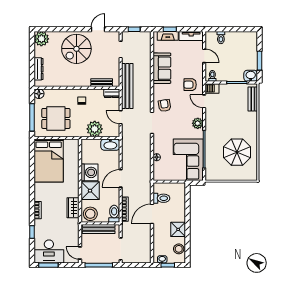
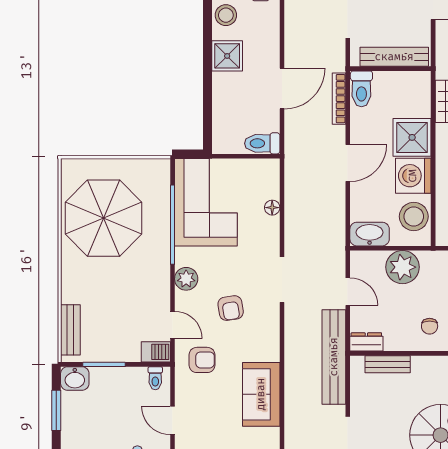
armchair: (165, 105) -> (231, 308), moved
parasol: (237, 152) -> (104, 218), width x1.36, depth x1.36
toilet: (161, 198) -> (262, 143), moved
stool: (90, 214) -> (414, 216), moved

